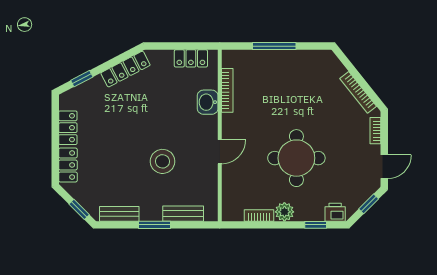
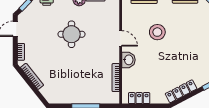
washbasin: (208, 102) -> (128, 60), moved
door: (220, 152) -> (121, 38), swing flipped
round table: (296, 158) -> (72, 34), width x0.73, depth x0.73

